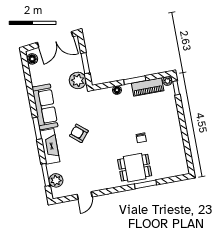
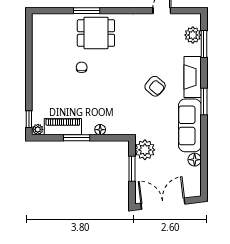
floor lamp: (32, 59) -> (195, 160), moved

